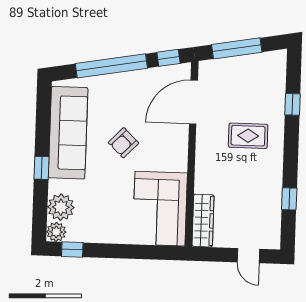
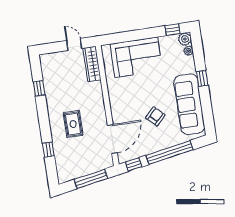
rug: (248, 136) -> (73, 124), turned 90
armchair: (123, 143) -> (155, 116), moved
plant: (61, 207) -> (188, 51), width x0.53, depth x0.53
corner sofa: (160, 209) -> (136, 57), moved, turned 90
door: (248, 256) -> (74, 44), moved

